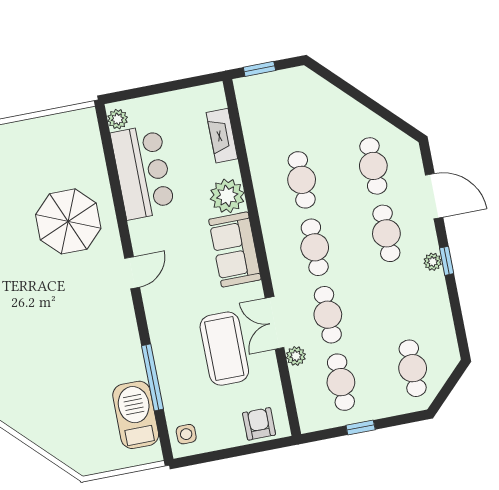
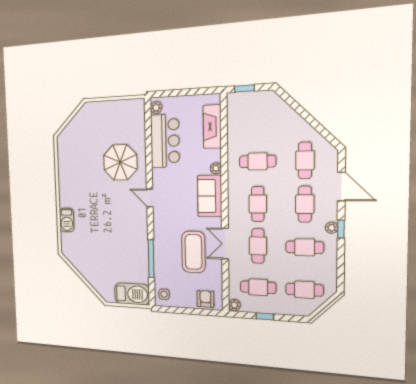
fireplace: (222, 136) -> (212, 127), width x1.37, depth x1.32
cafe table: (302, 180) -> (258, 161), turned 90
plant: (227, 196) -> (216, 168), width x0.53, depth x0.53
door: (132, 273) -> (150, 198), swing flipped
cafe table: (400, 301) -> (305, 247), added
plant: (296, 356) -> (234, 305), moved
cafe table: (413, 368) -> (304, 290), turned 90
cafe table: (341, 382) -> (258, 287), turned 90
barbecue: (136, 415) -> (132, 294), moved, turned 90

